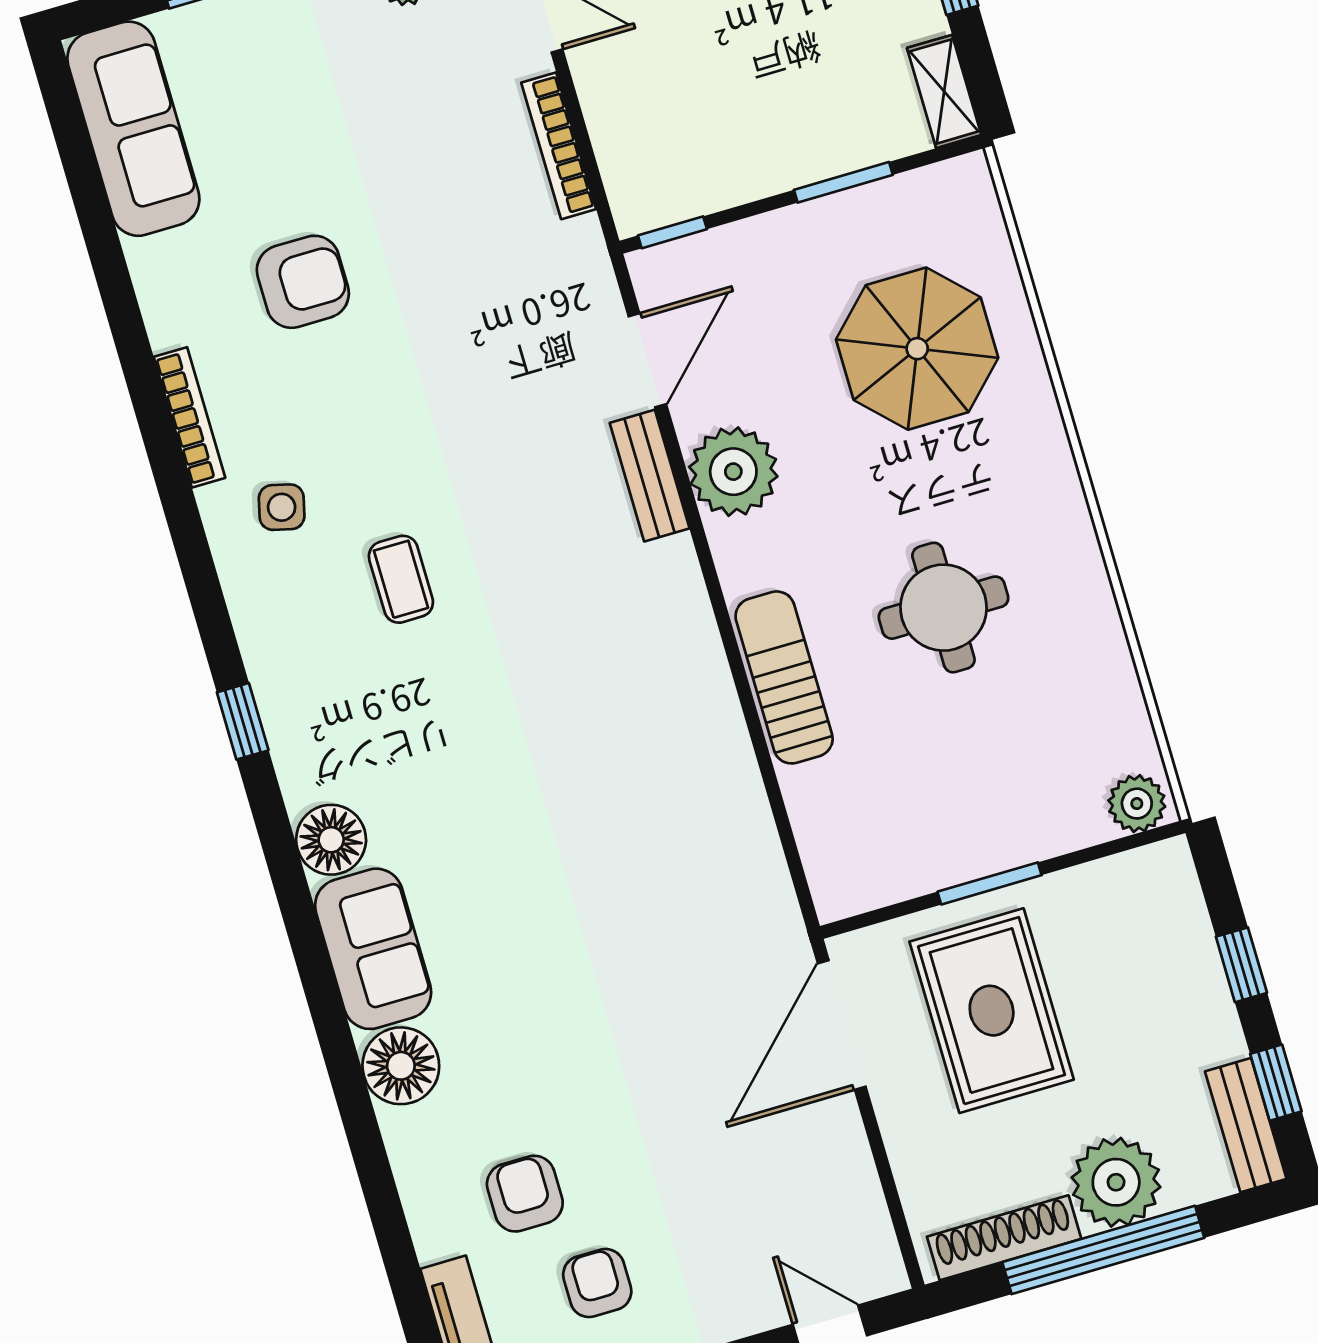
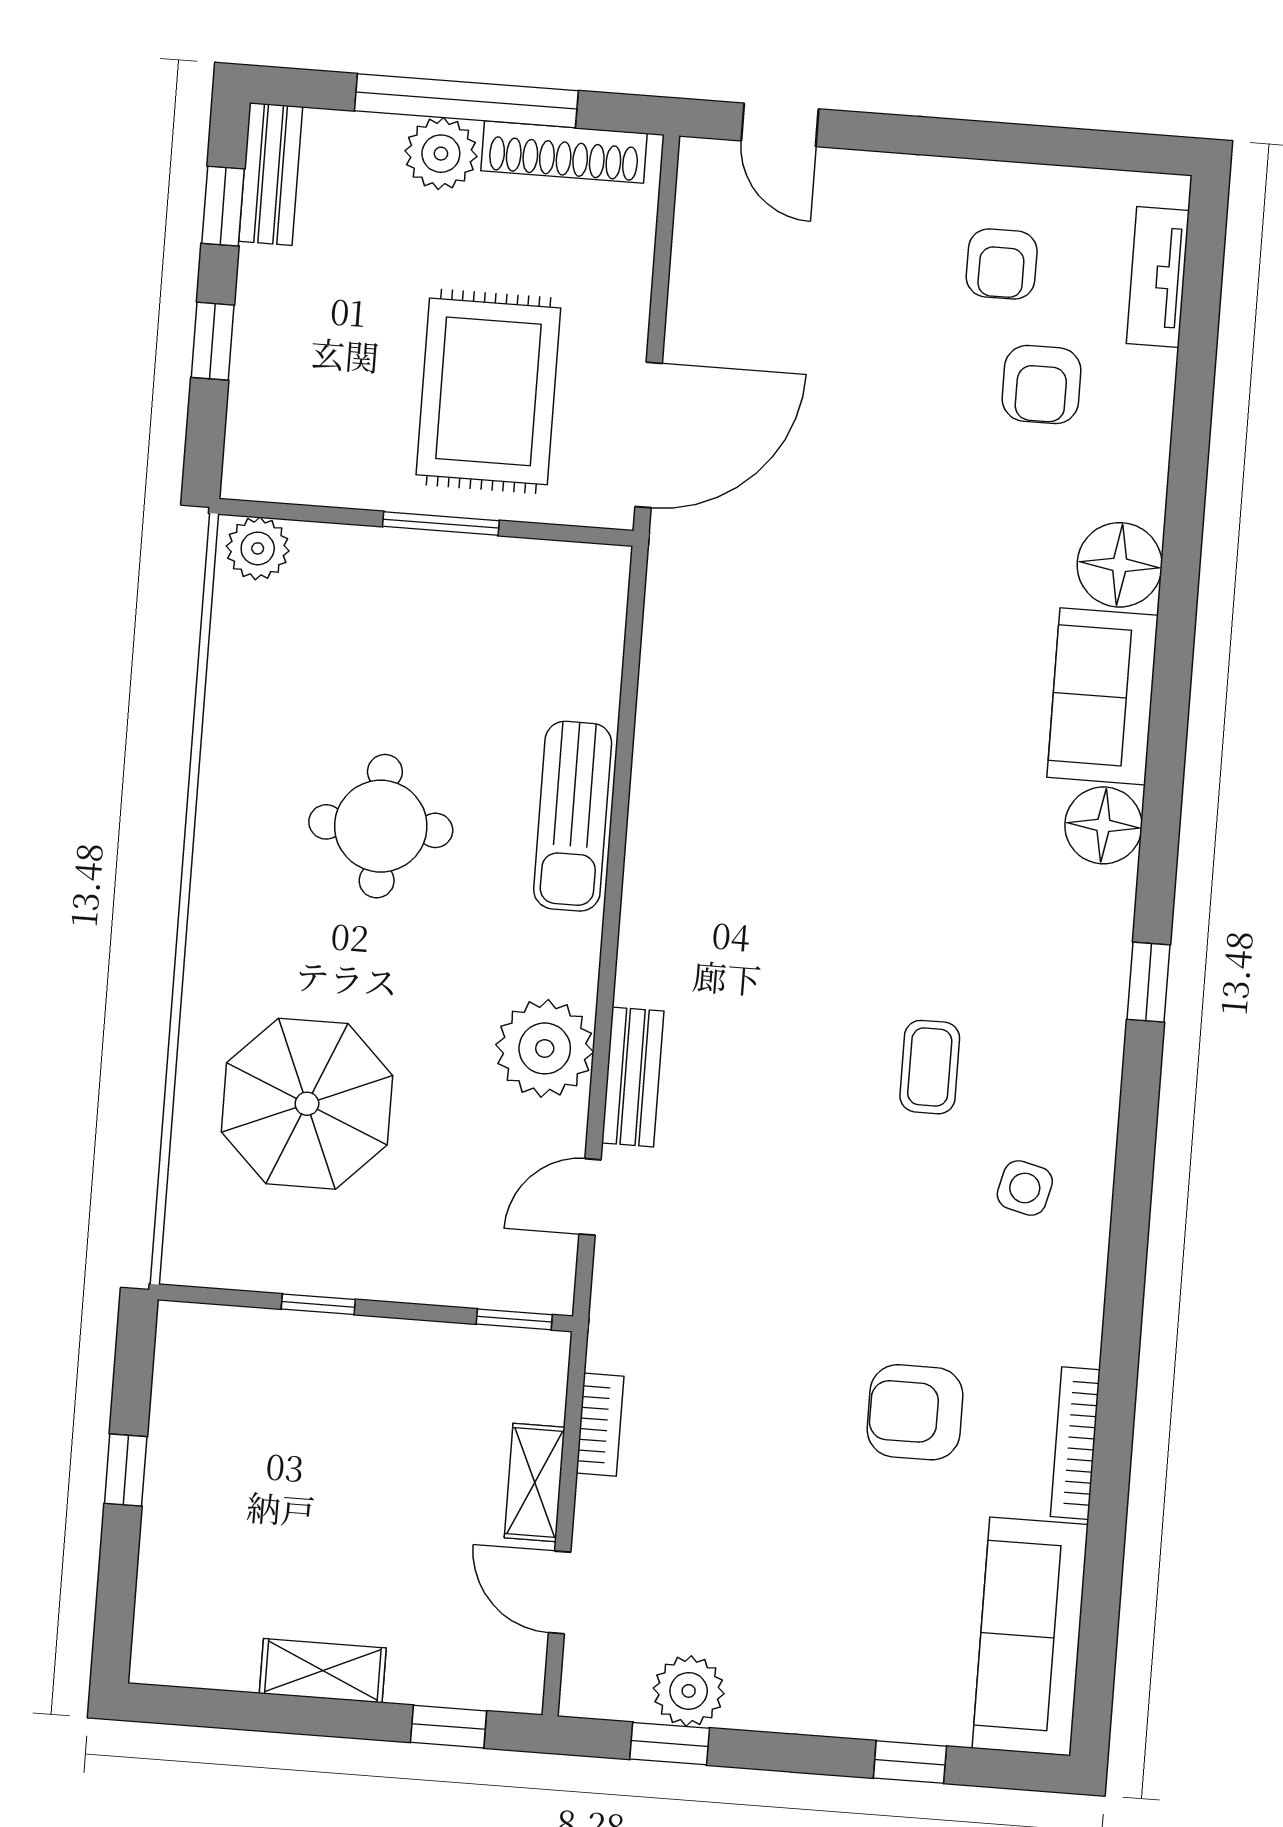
shelving: (944, 91) -> (535, 1482), moved
bookcase: (559, 146) -> (600, 1425), width x0.64
window: (843, 182) -> (318, 1304), width x0.67
door: (647, 360) -> (590, 1197), width x0.73
bookcase: (189, 417) -> (1075, 1443), moved
plant: (1116, 1182) -> (441, 154), width x0.73, depth x0.73

